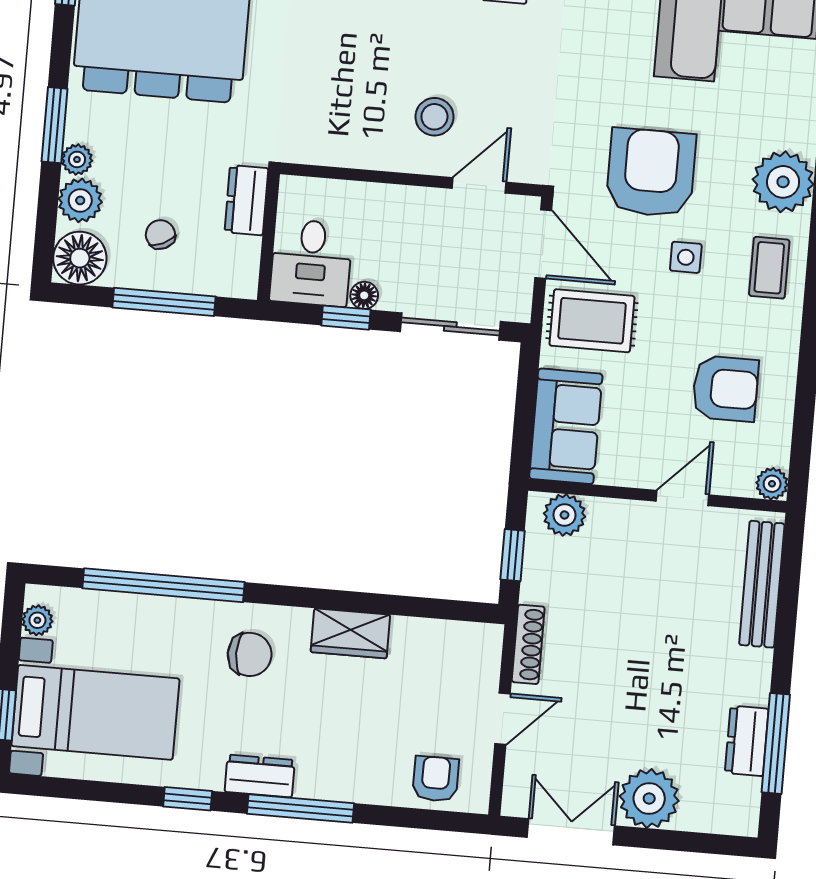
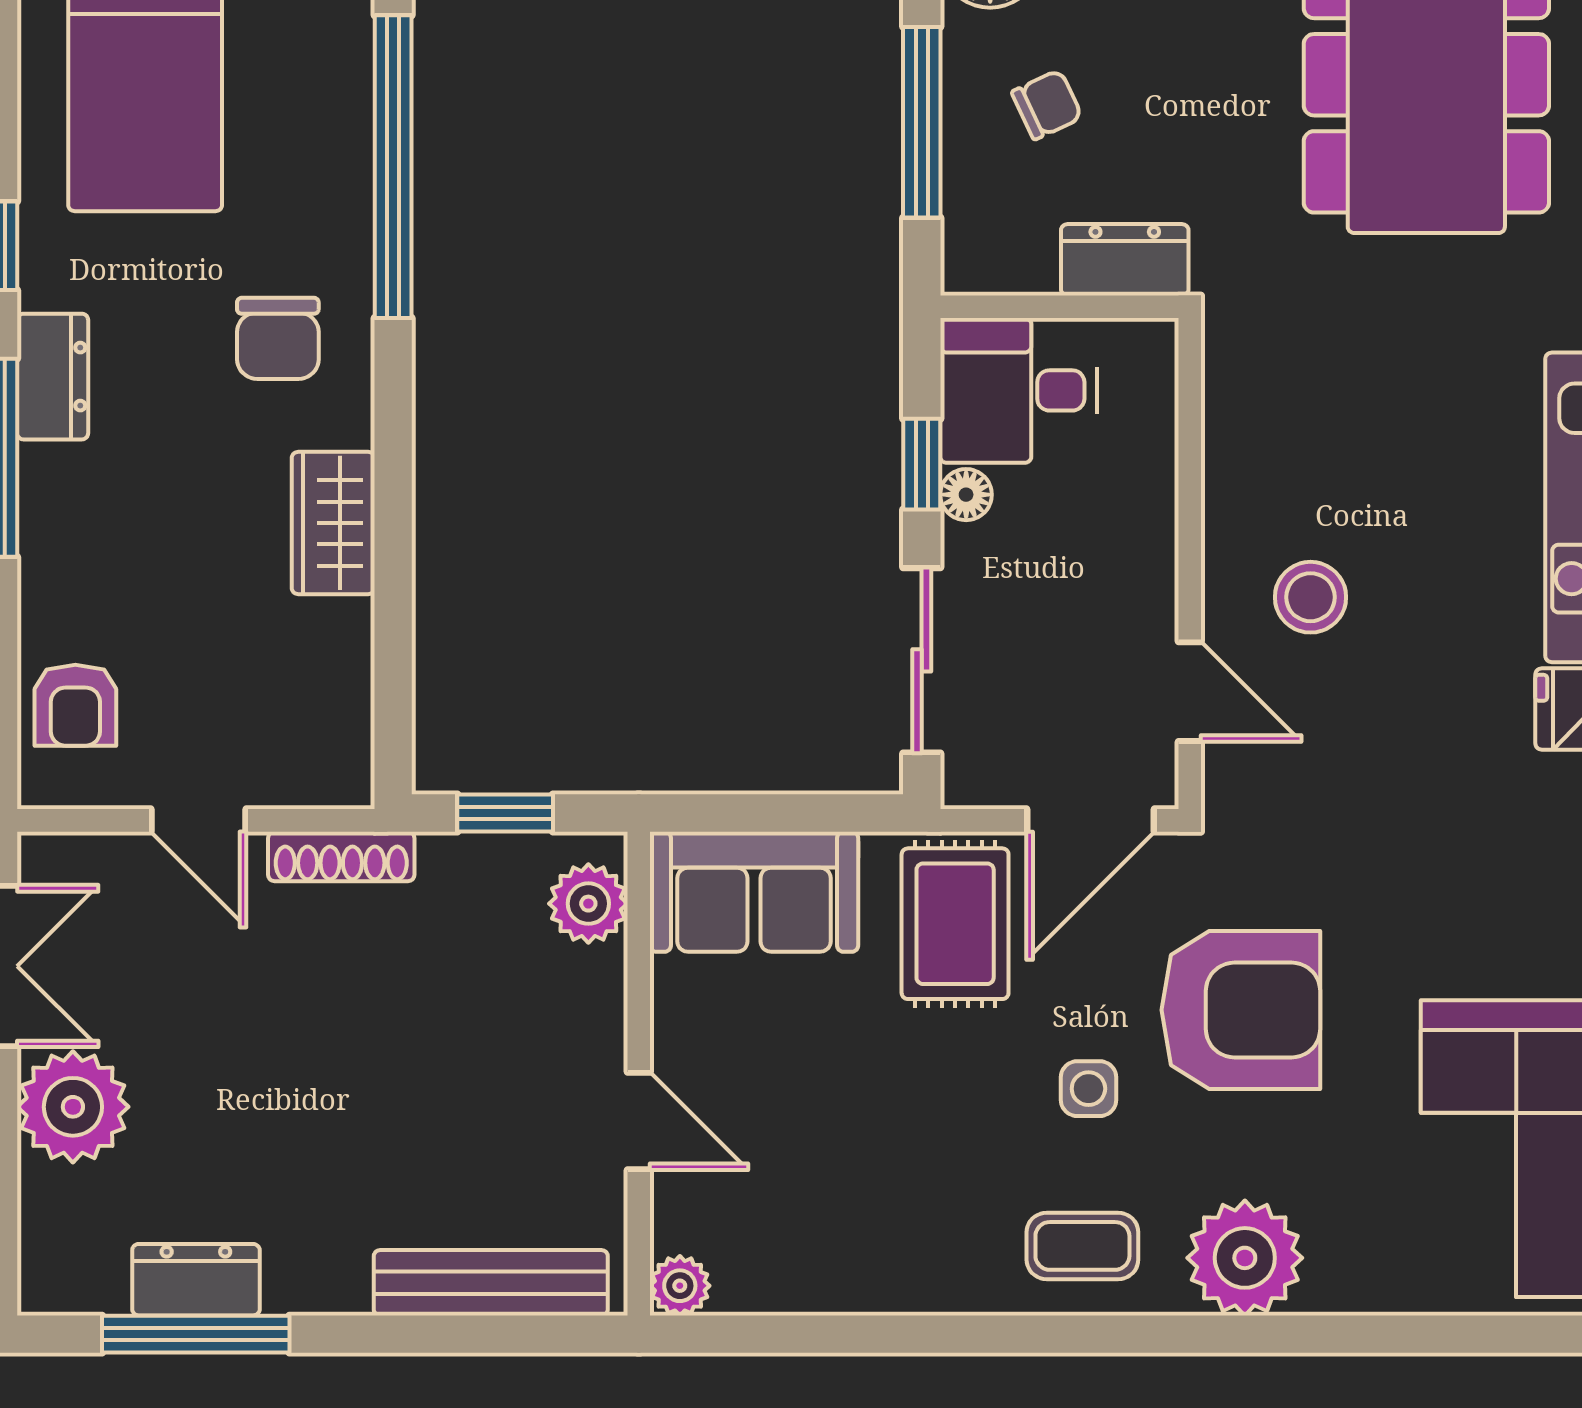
armchair: (725, 389) -> (850, 1183), removed
armchair: (436, 779) -> (75, 705), turned 90

